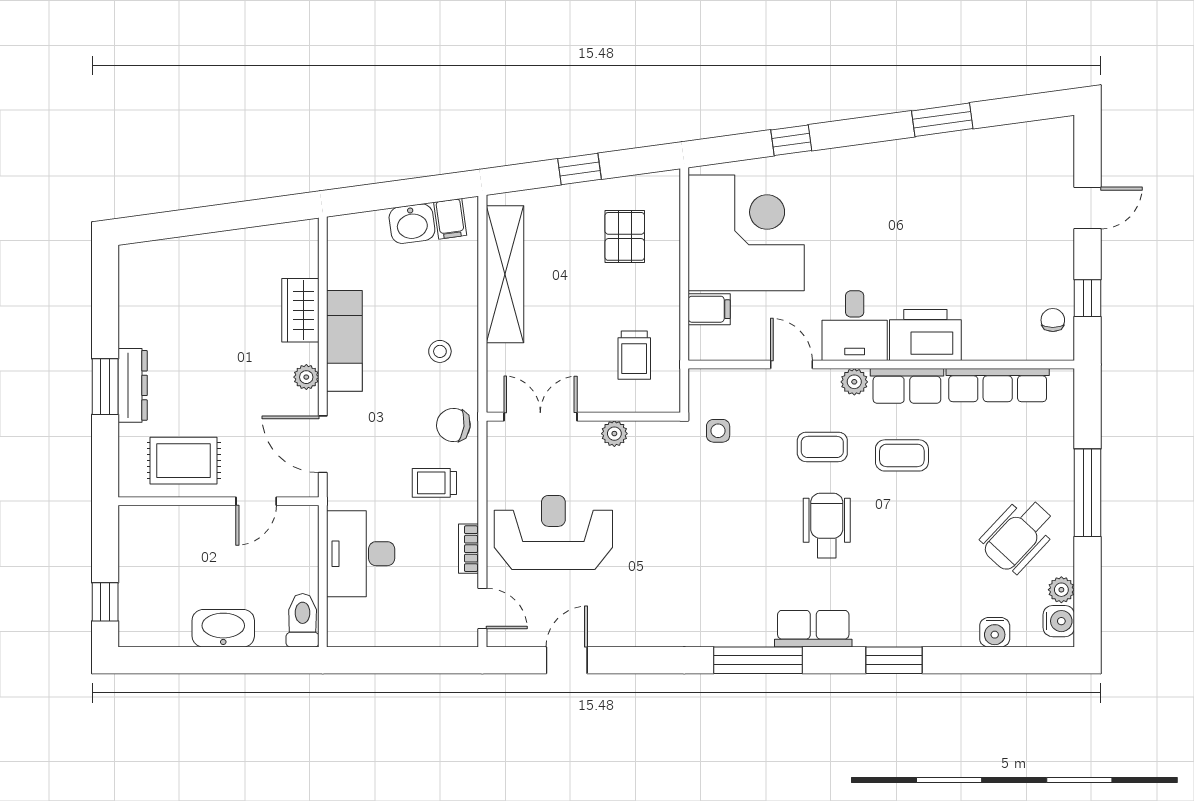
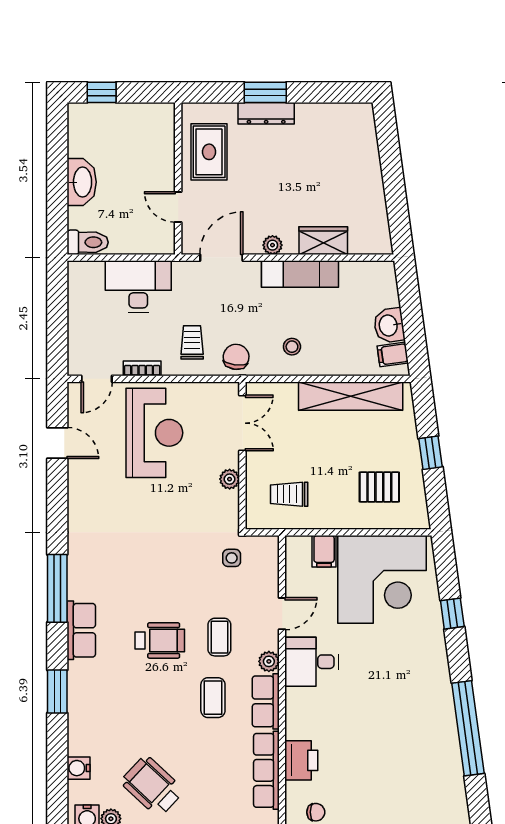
window: (942, 120) -> (468, 728), width x2.11
printer: (925, 335) -> (301, 760), moved, width x0.73, depth x0.84

